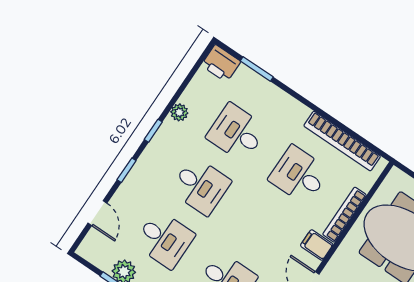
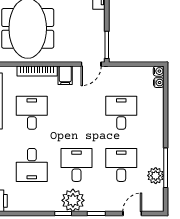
plant: (179, 112) -> (73, 200), moved, width x1.87, depth x1.87
desk: (299, 175) -> (32, 113), turned 180

